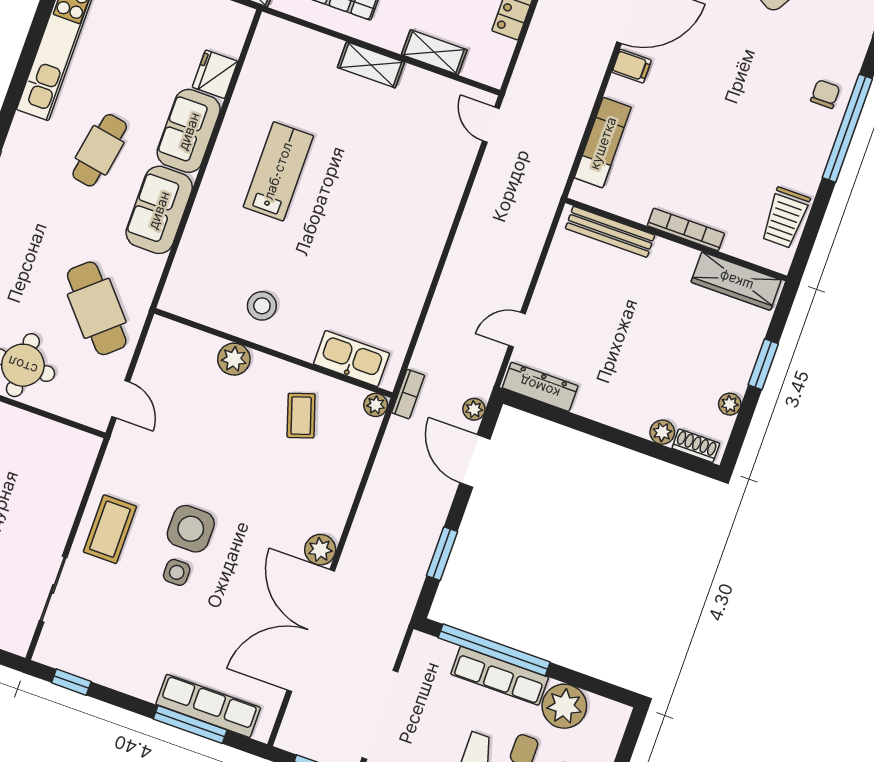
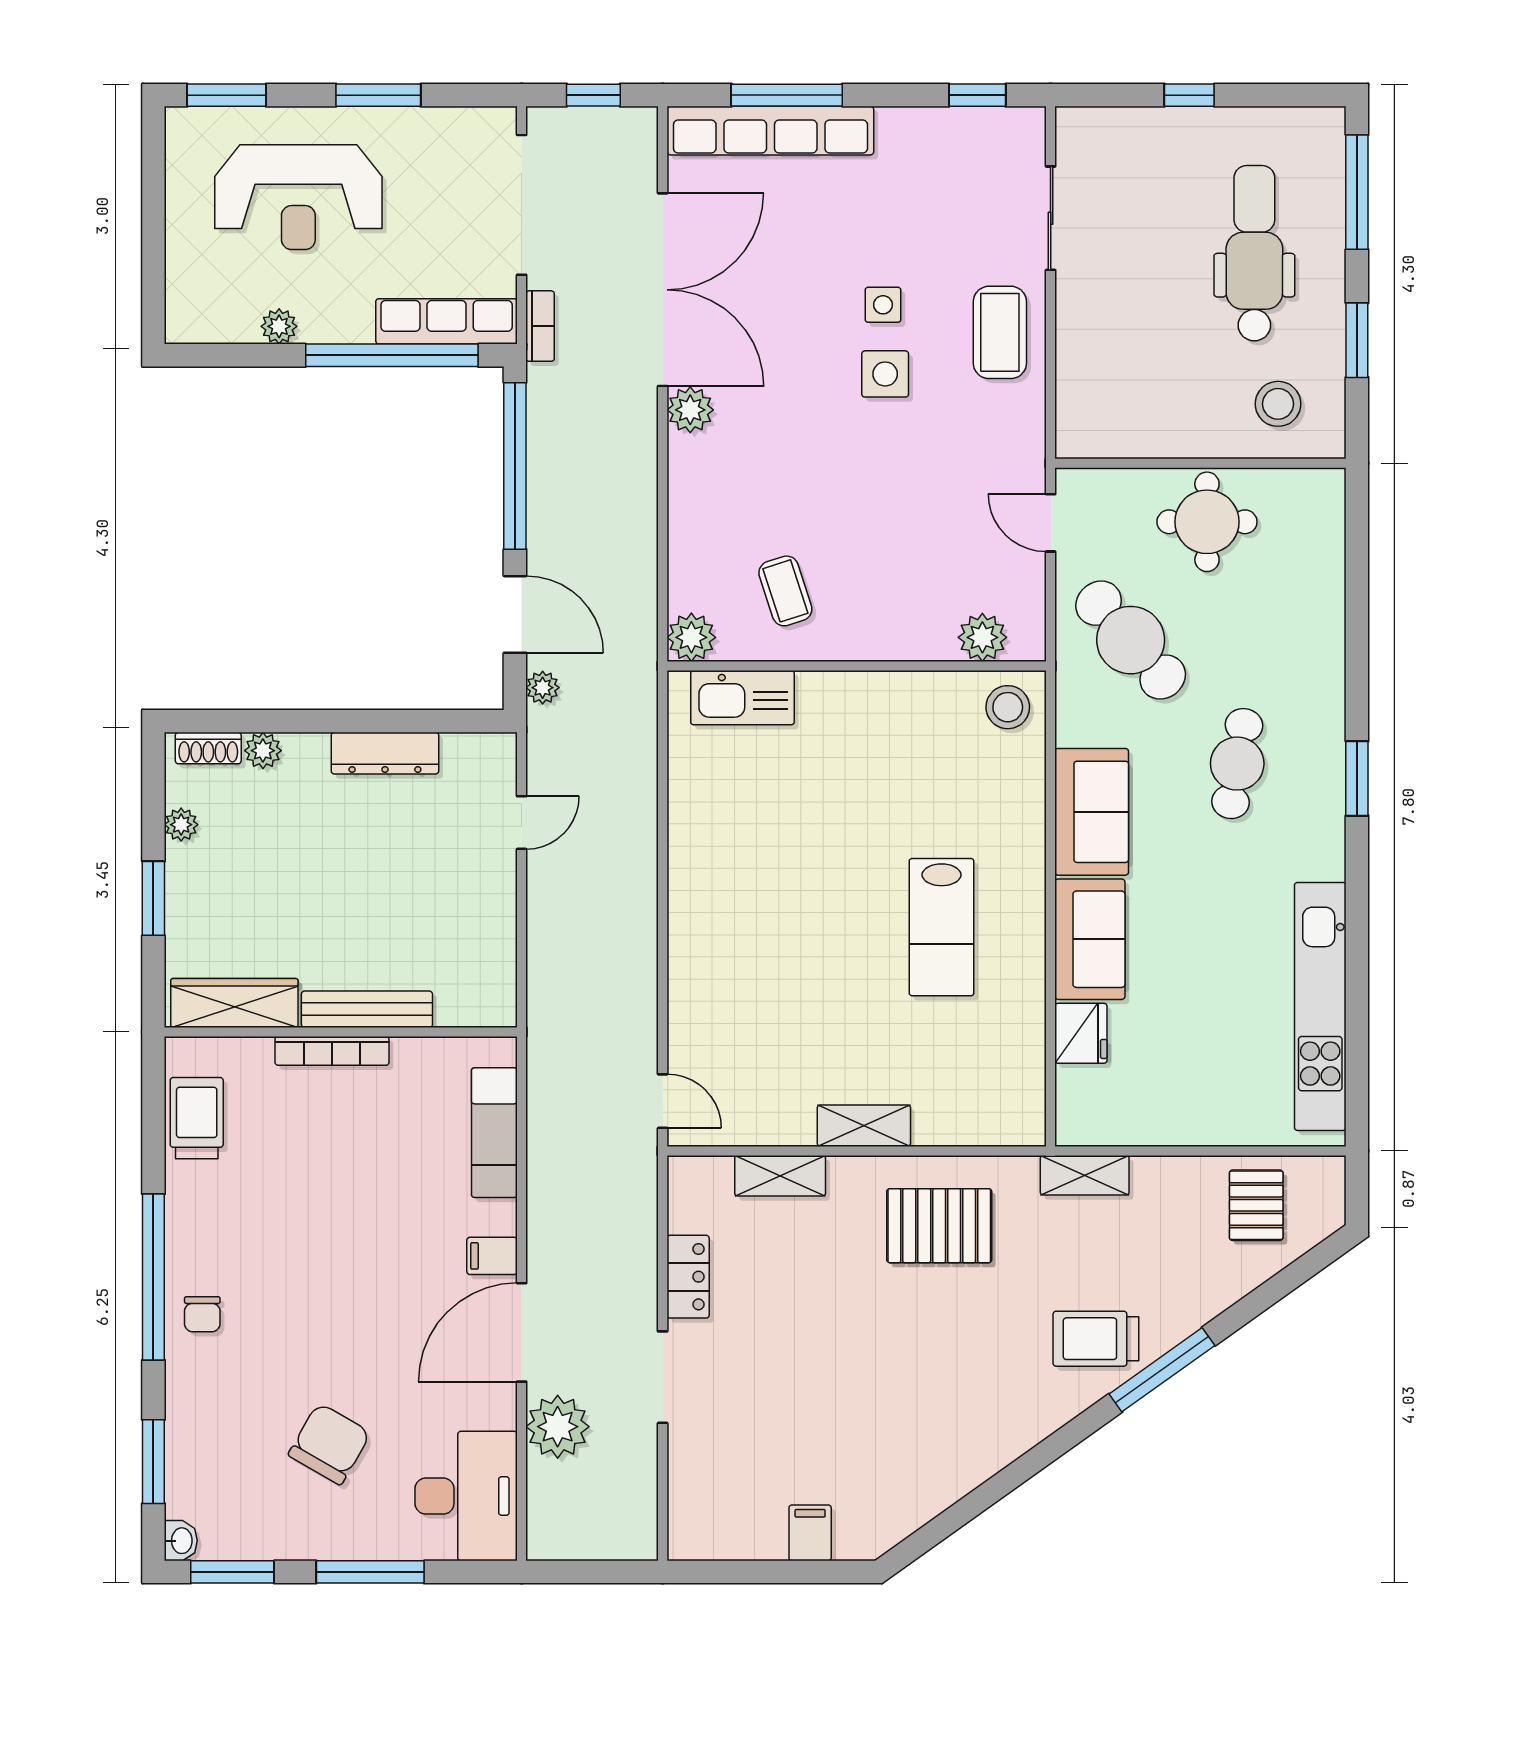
cafe table: (100, 150) -> (1237, 764), moved
bench: (610, 232) -> (367, 1009), moved
stool: (262, 306) -> (1008, 707), moved
plant: (234, 359) -> (982, 637), moved
dresser: (540, 387) -> (385, 753), moved
bookcase: (408, 394) -> (540, 326), moved, turned 180
plant: (376, 405) -> (691, 637), width x1.38, depth x1.38
side table: (191, 529) -> (885, 374), width x0.73, depth x0.73
window: (442, 554) -> (515, 466), width x2.11
row of seats: (500, 676) -> (447, 321), moved
row of seats: (208, 706) -> (770, 131), width x1.36
plant: (564, 706) -> (279, 326), width x0.53, depth x0.53

